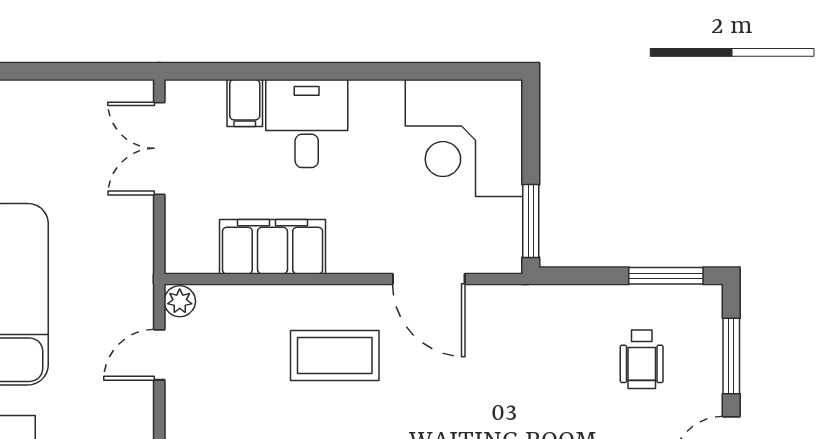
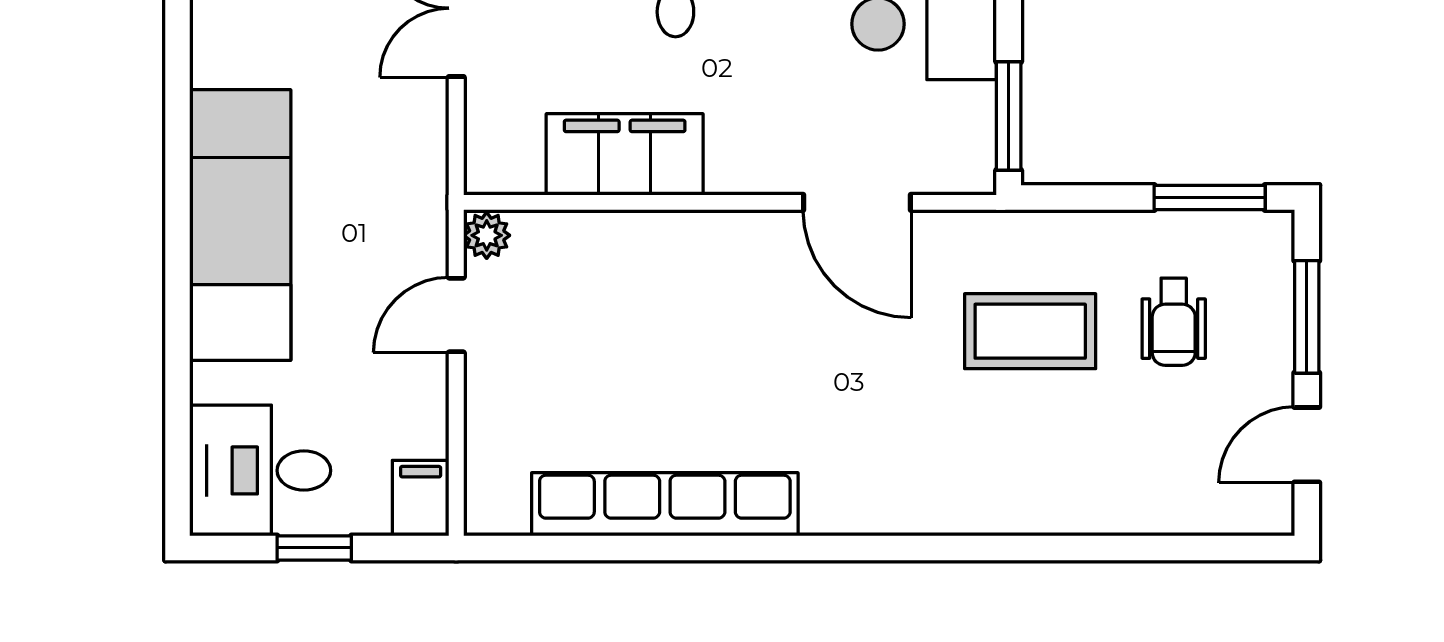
coffee table: (335, 356) -> (1030, 331), moved

